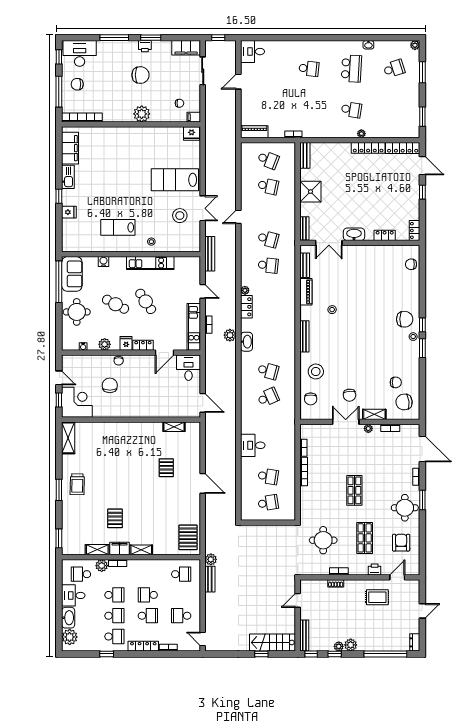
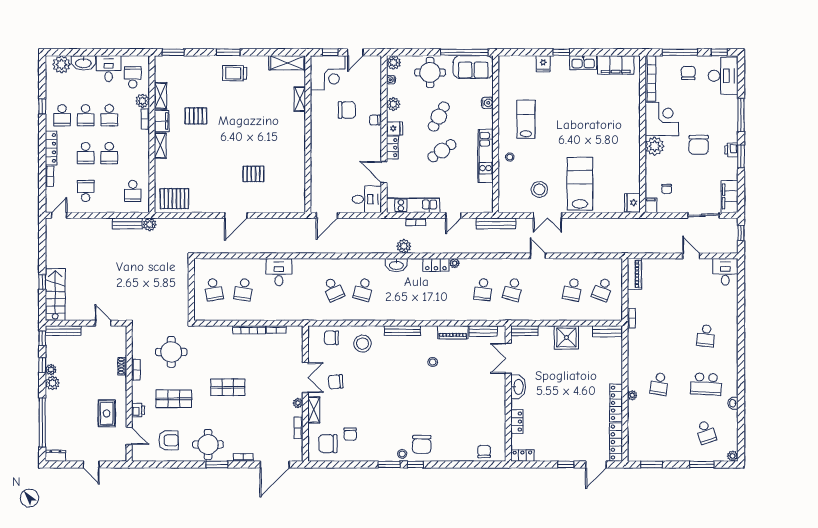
corner desk: (118, 107) -> (662, 119), added
plant: (68, 344) -> (394, 63), added
chair: (404, 402) -> (328, 444), turned -83
shelving: (174, 427) -> (300, 99), moved
school desk: (148, 595) -> (109, 153), turned 180

